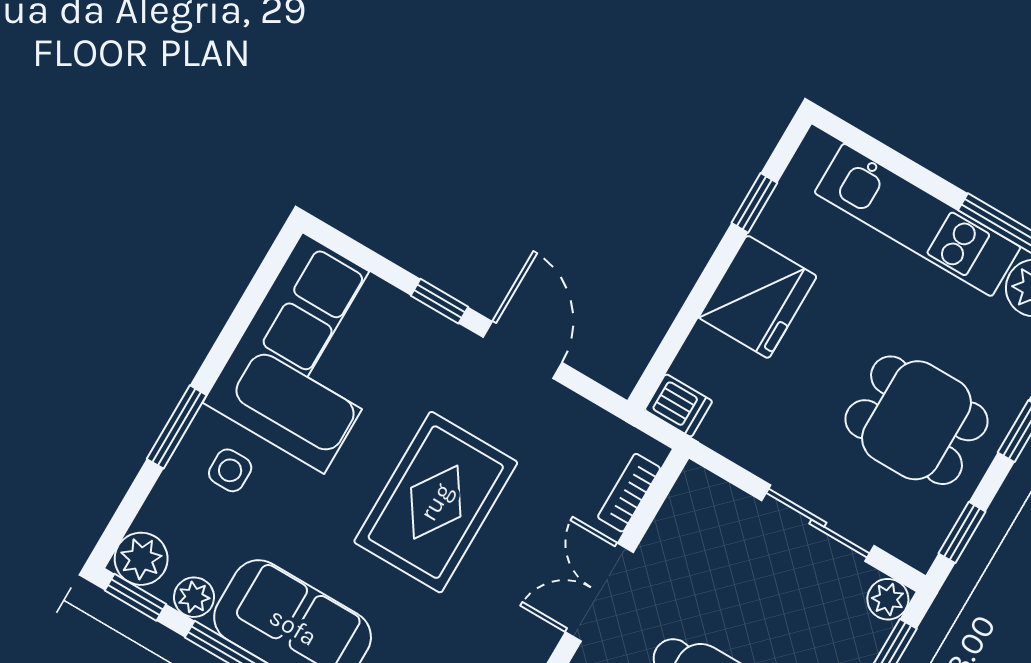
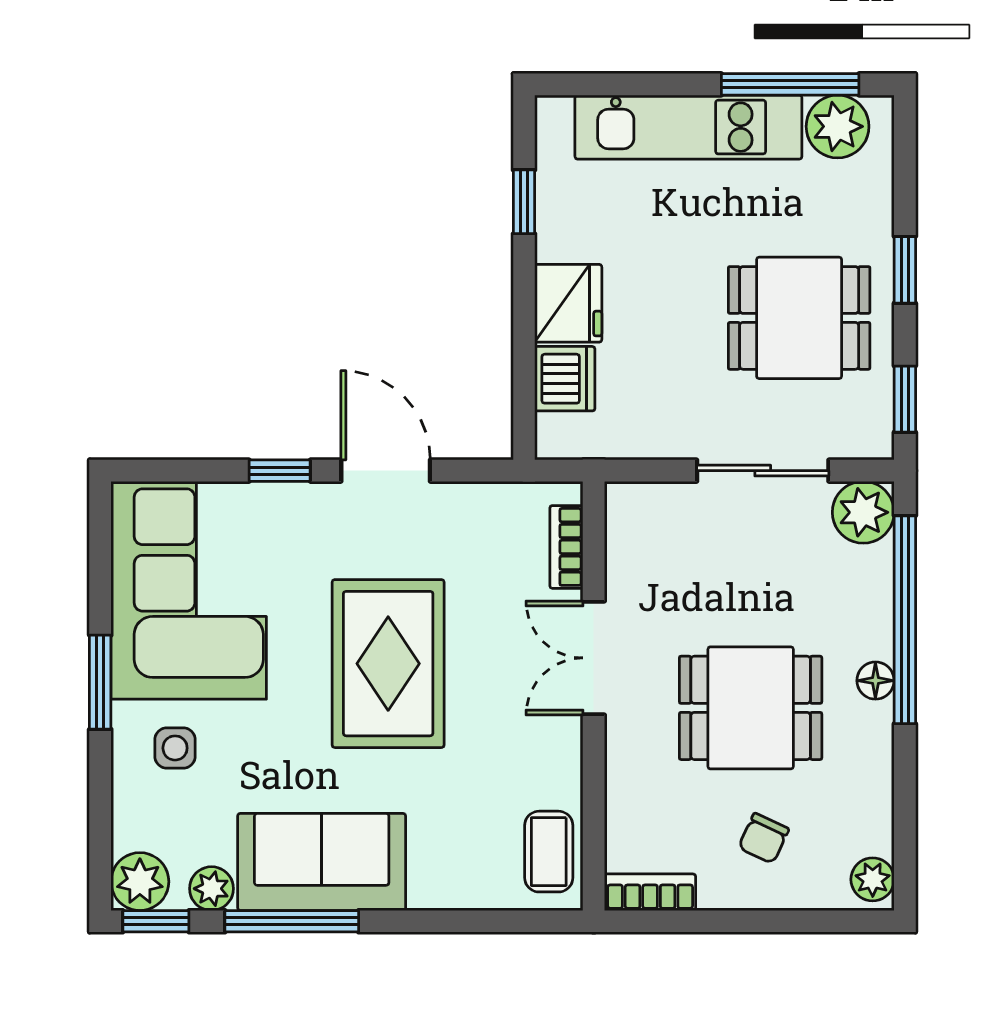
fridge: (758, 297) -> (568, 303), width x0.73, depth x0.75
dishwasher: (679, 405) -> (565, 379), moved, width x1.38
window: (177, 427) -> (100, 682), moved
plant: (888, 599) -> (863, 512), width x1.38, depth x1.38

